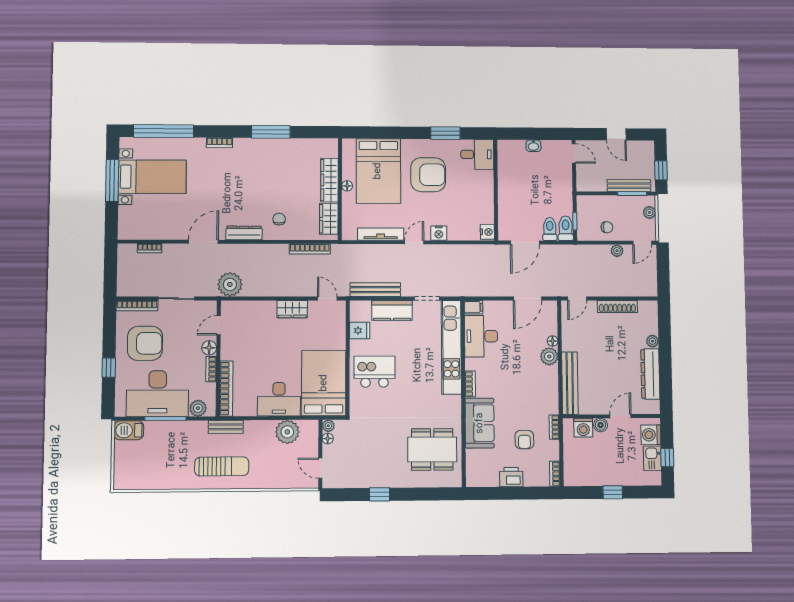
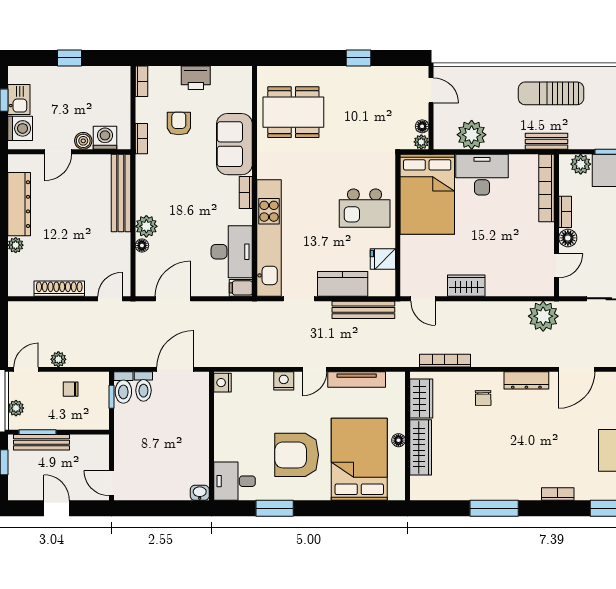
washbasin: (533, 146) -> (200, 493), moved

